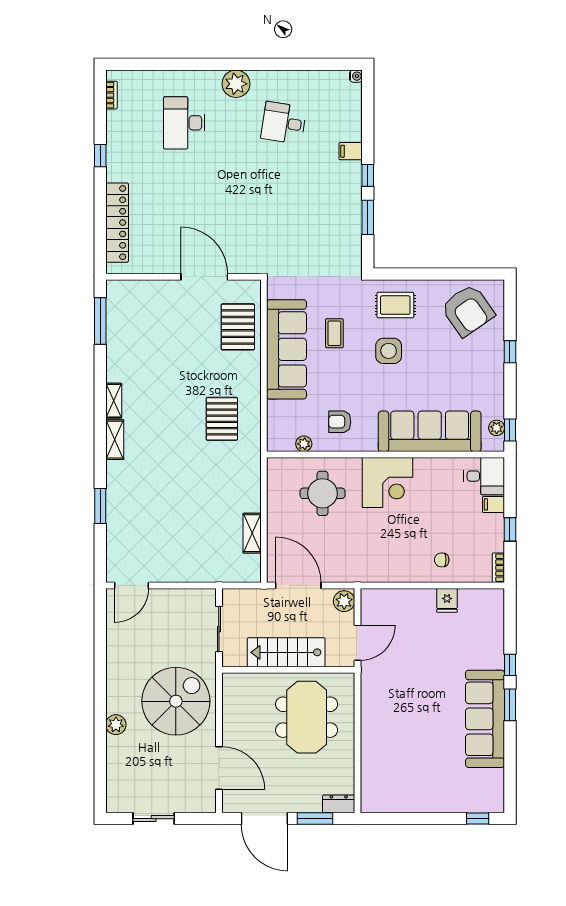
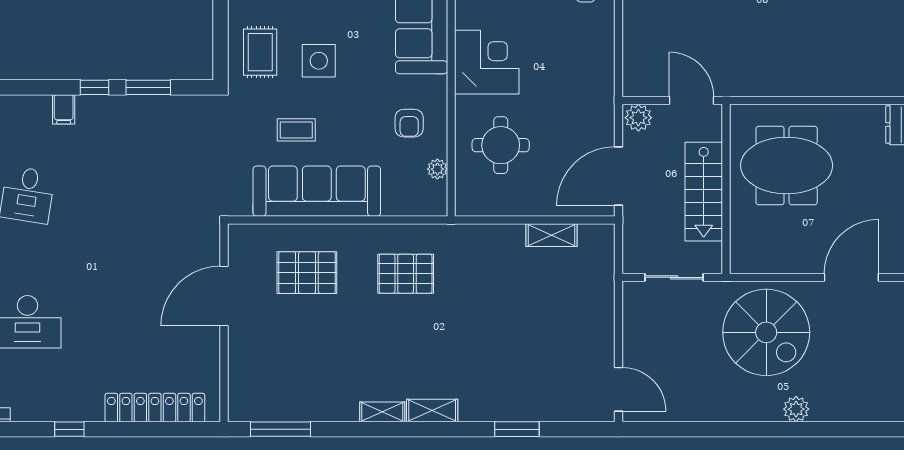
pallet: (238, 327) -> (307, 273), moved
spiral stairs: (176, 701) -> (766, 332), turned 180

